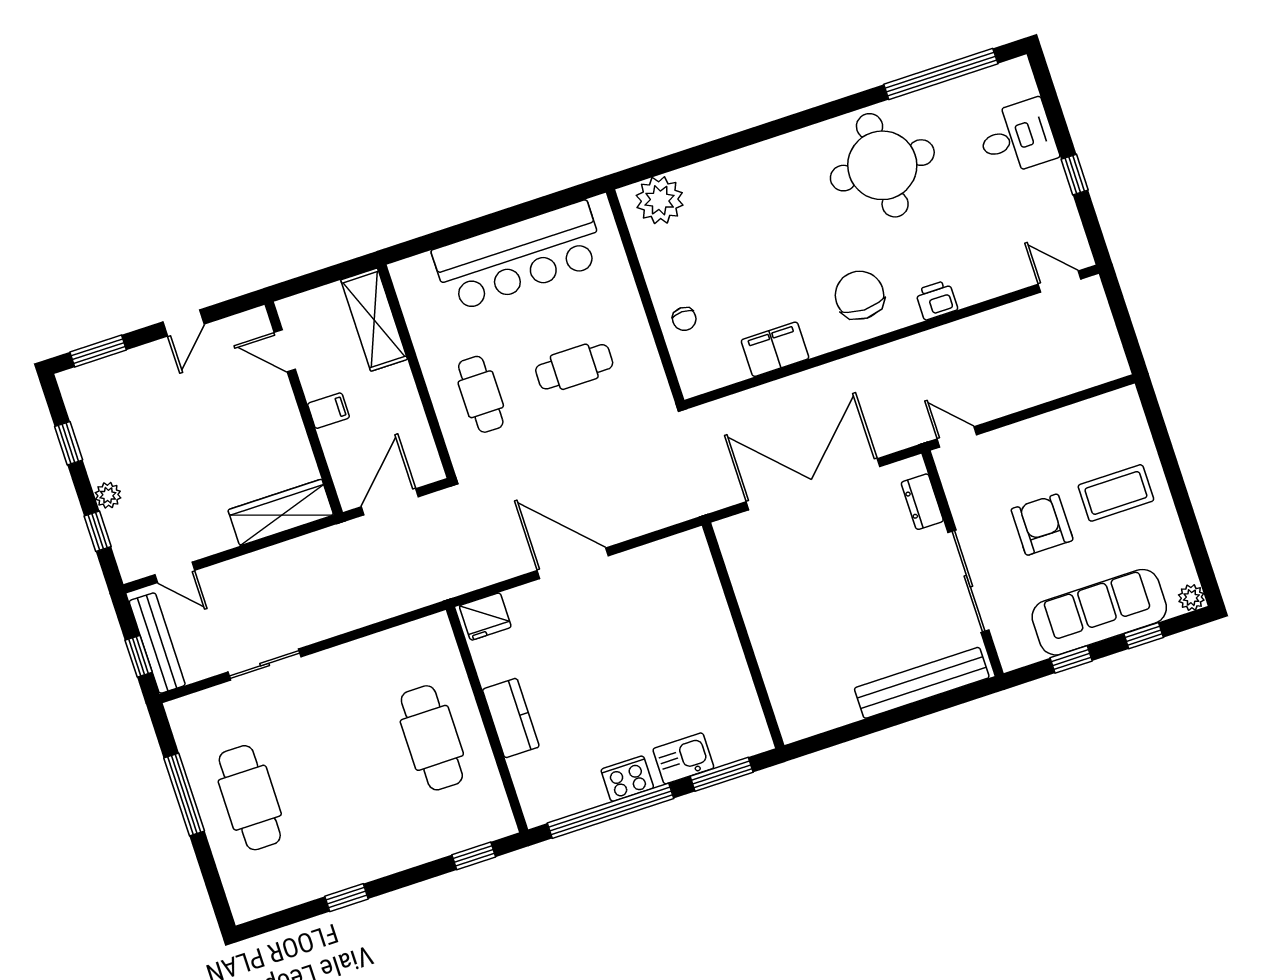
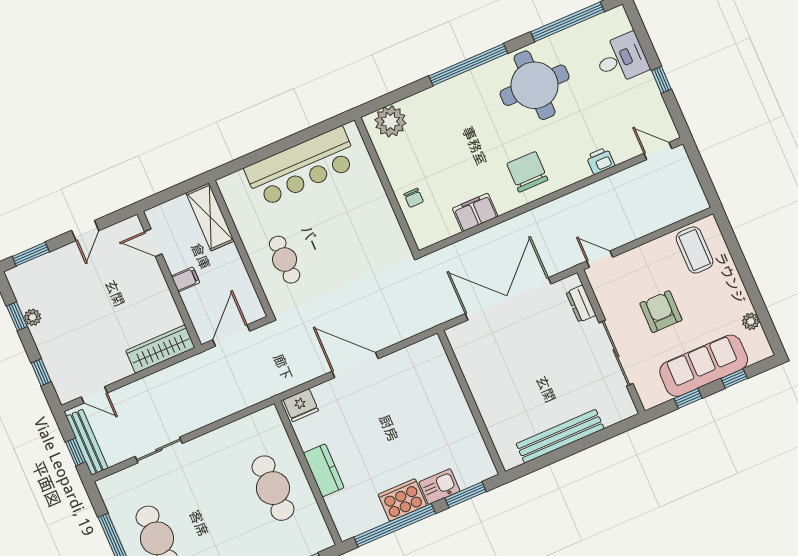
window: (785, 125) -> (468, 65), added
printer: (936, 300) -> (600, 161), moved
cafe table: (574, 367) -> (344, 236), removed
coffee table: (1116, 493) -> (694, 250), moved, turned 90
plant: (108, 495) -> (32, 317), moved
plant: (1191, 598) -> (751, 321), moved
bench: (922, 683) -> (560, 436), moved
cooker: (627, 779) -> (402, 500), width x1.37, depth x1.31

